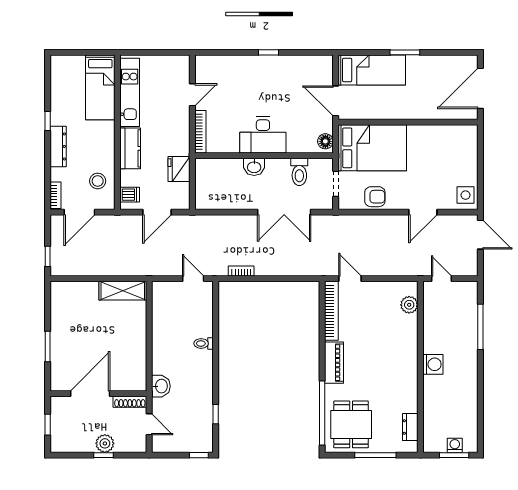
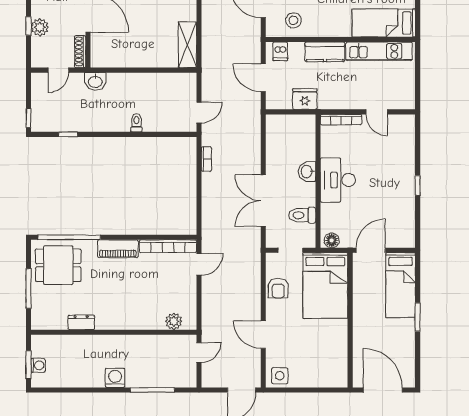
washing machine: (433, 364) -> (115, 378), moved, turned 180
dresser: (410, 427) -> (81, 322), moved

